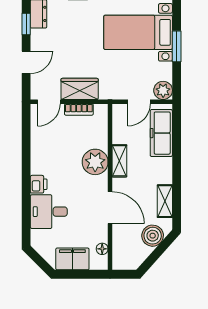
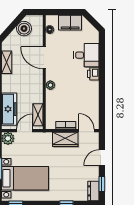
door: (49, 102) -> (86, 131), hinge flipped
shelving: (119, 161) -> (38, 115), moved
plant: (95, 162) -> (50, 85), width x0.53, depth x0.53
boiler: (153, 236) -> (24, 29), moved

